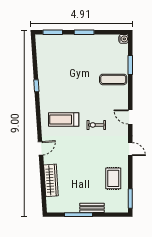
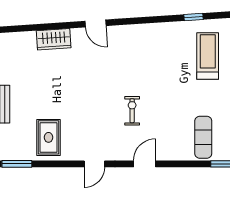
treadmill: (64, 119) -> (208, 56), moved
rug: (113, 178) -> (48, 137), turned 90
wardrobe: (51, 180) -> (54, 39), width x0.67

